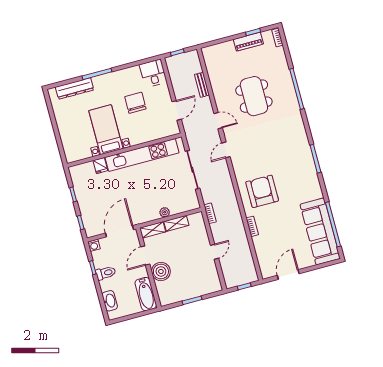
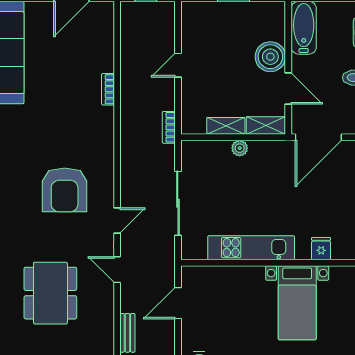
chair: (135, 103) -> (240, 332), removed
kitchen unit: (142, 155) -> (251, 248), width x0.73
armchair: (262, 191) -> (65, 190), moved
door: (145, 255) -> (288, 88), hinge flipped

